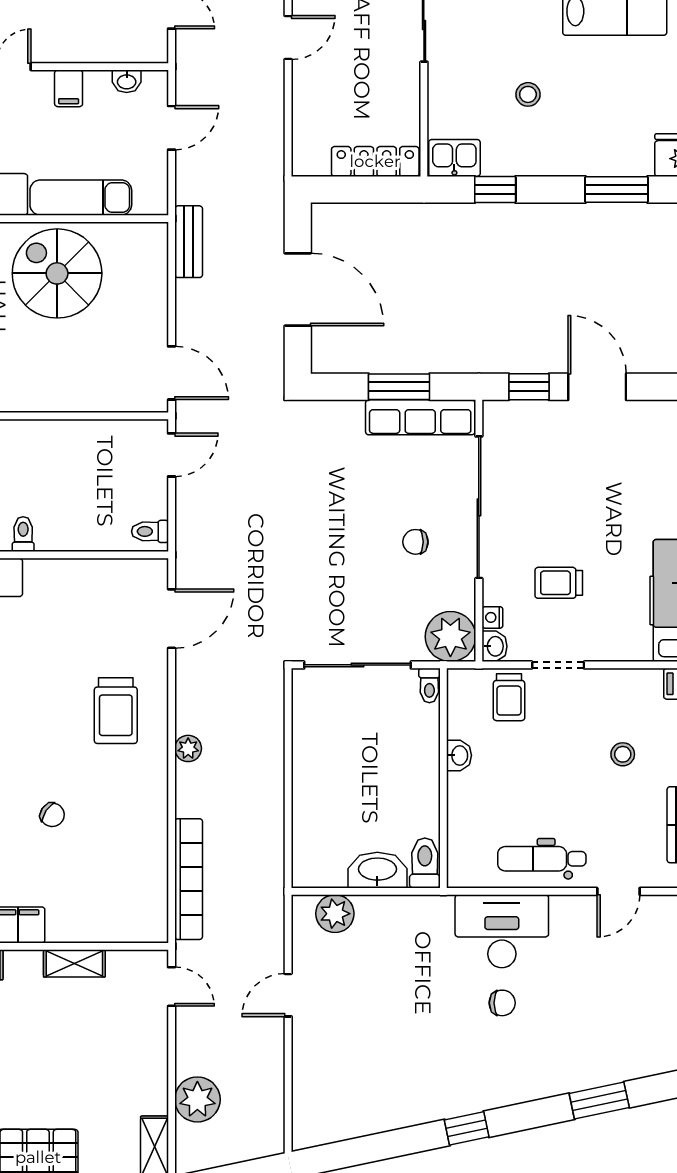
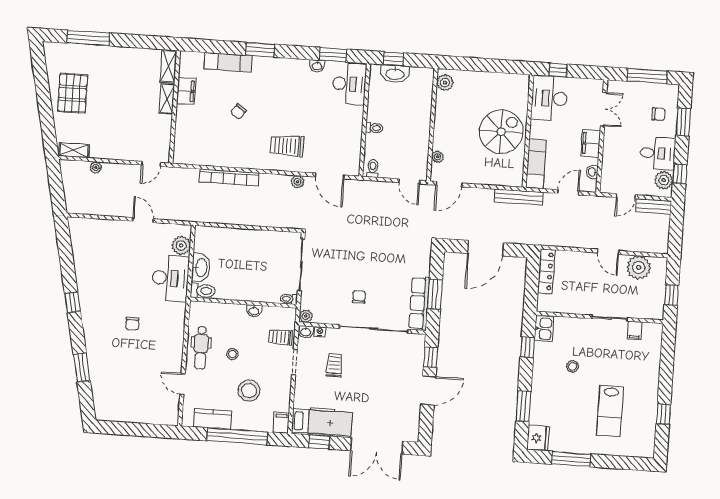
filing cabinet: (69, 88) -> (591, 144), width x2.00
door: (172, 128) -> (568, 192), swing flipped
locker: (375, 161) -> (546, 271), moved
exam couch: (81, 198) -> (536, 164), moved
bench: (189, 242) -> (519, 197), width x1.36
plant: (117, 400) -> (438, 157), added
toilet: (23, 534) -> (374, 128), moved
plant: (450, 637) -> (306, 316), width x0.53, depth x0.53
plant: (188, 748) -> (298, 182), moved
stool: (623, 754) -> (249, 391), width x1.89, depth x1.89
stool: (550, 793) -> (233, 354), added
dental chair: (542, 859) -> (201, 348), turned 180
bookcase: (189, 879) -> (229, 177), moved
desk: (502, 931) -> (170, 278), moved
shelving: (74, 963) -> (167, 99), moved
plant: (197, 1099) -> (96, 167), width x0.53, depth x0.53

